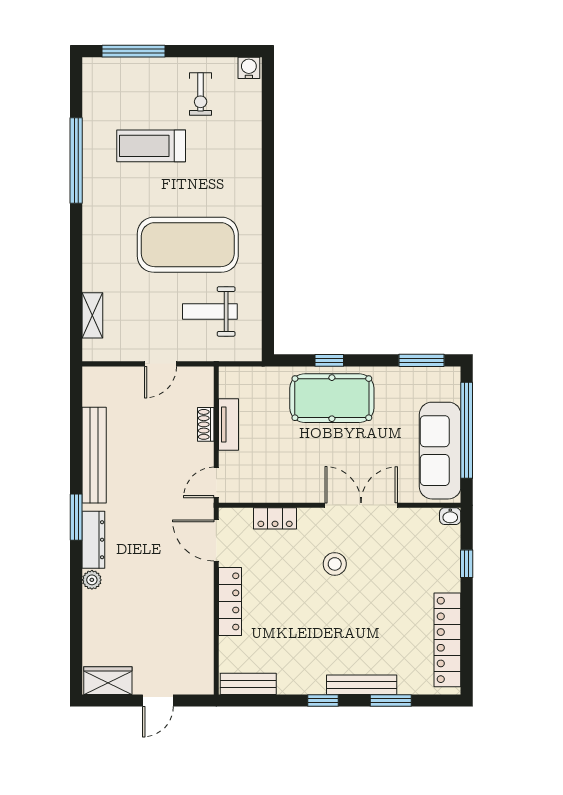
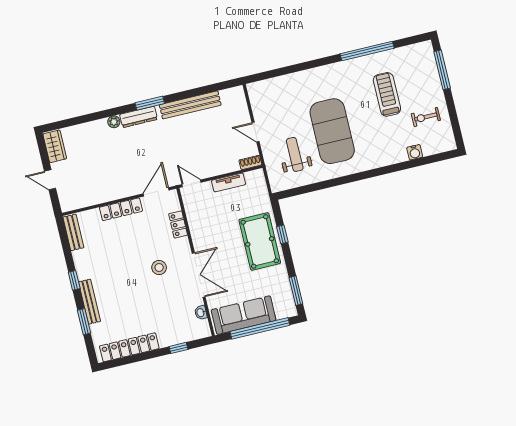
water cooler: (249, 68) -> (415, 152), moved, turned 90
shelving: (92, 315) -> (275, 83), removed
shoe rack: (206, 424) -> (250, 162), moved
washbasin: (450, 516) -> (201, 313), moved

